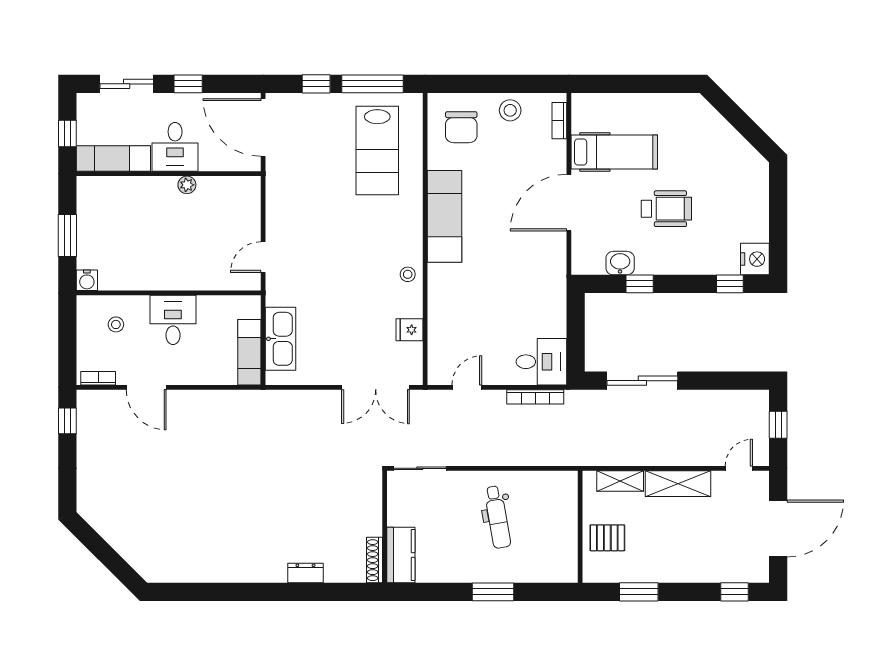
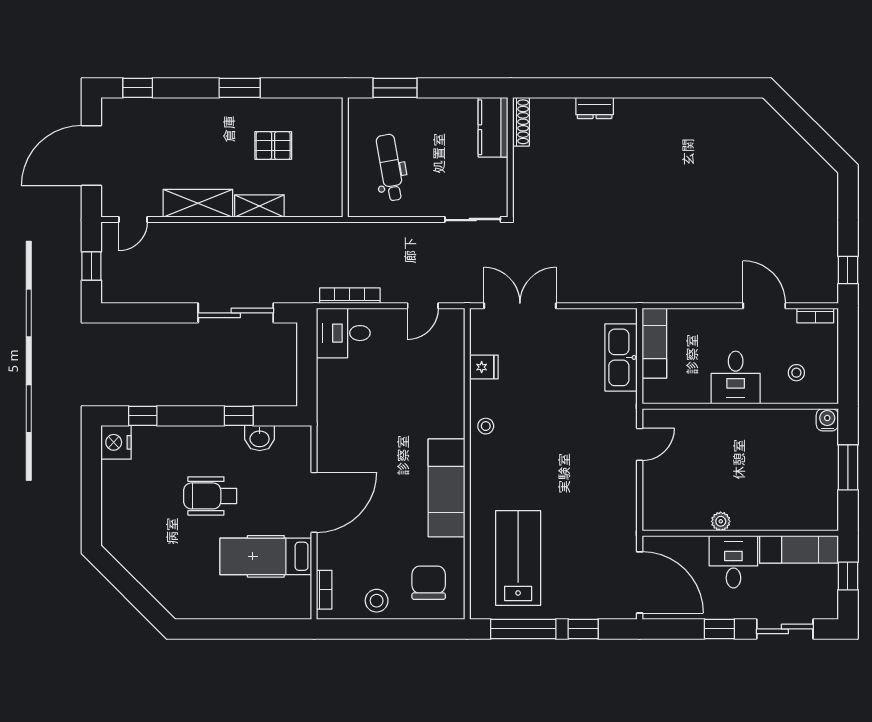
wall: (580, 527) -> (345, 157), moved

